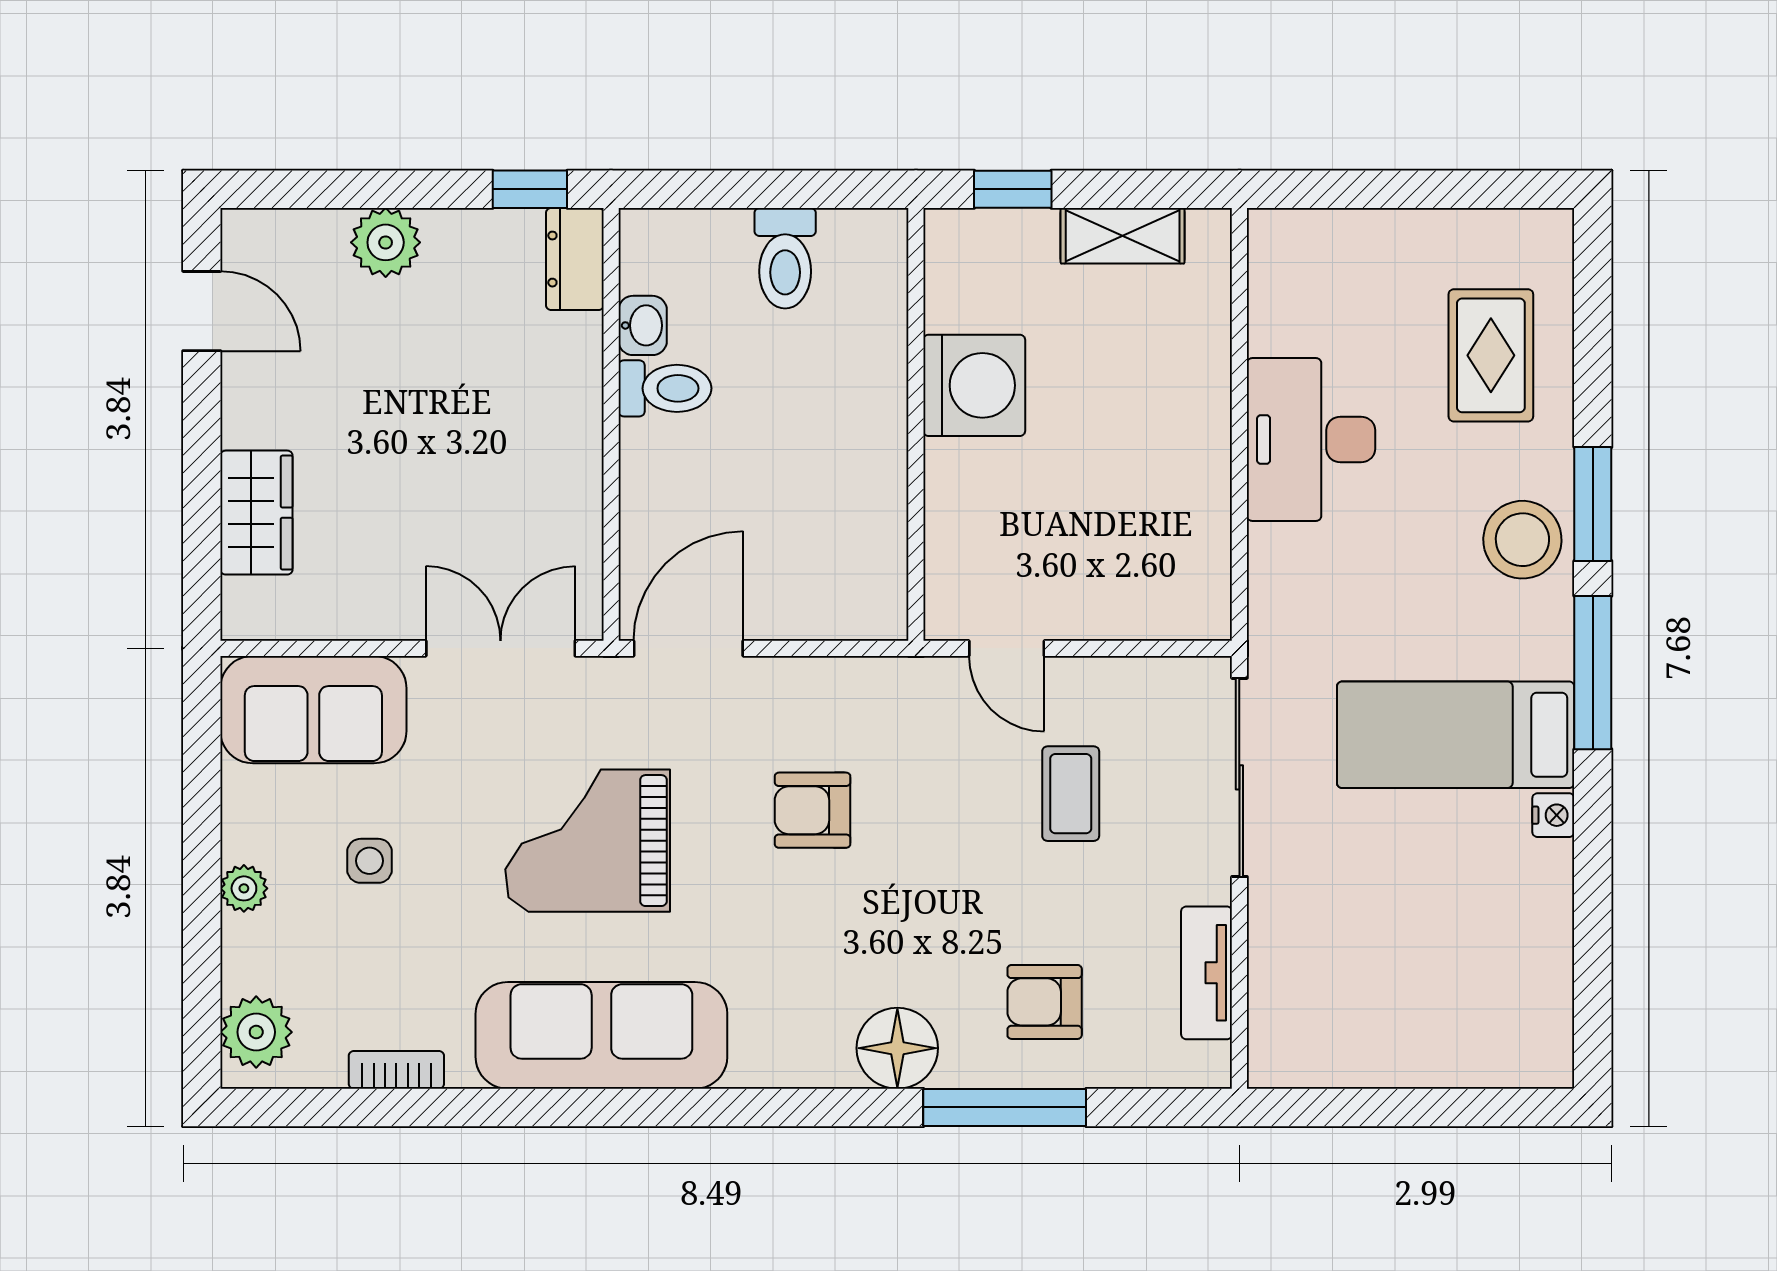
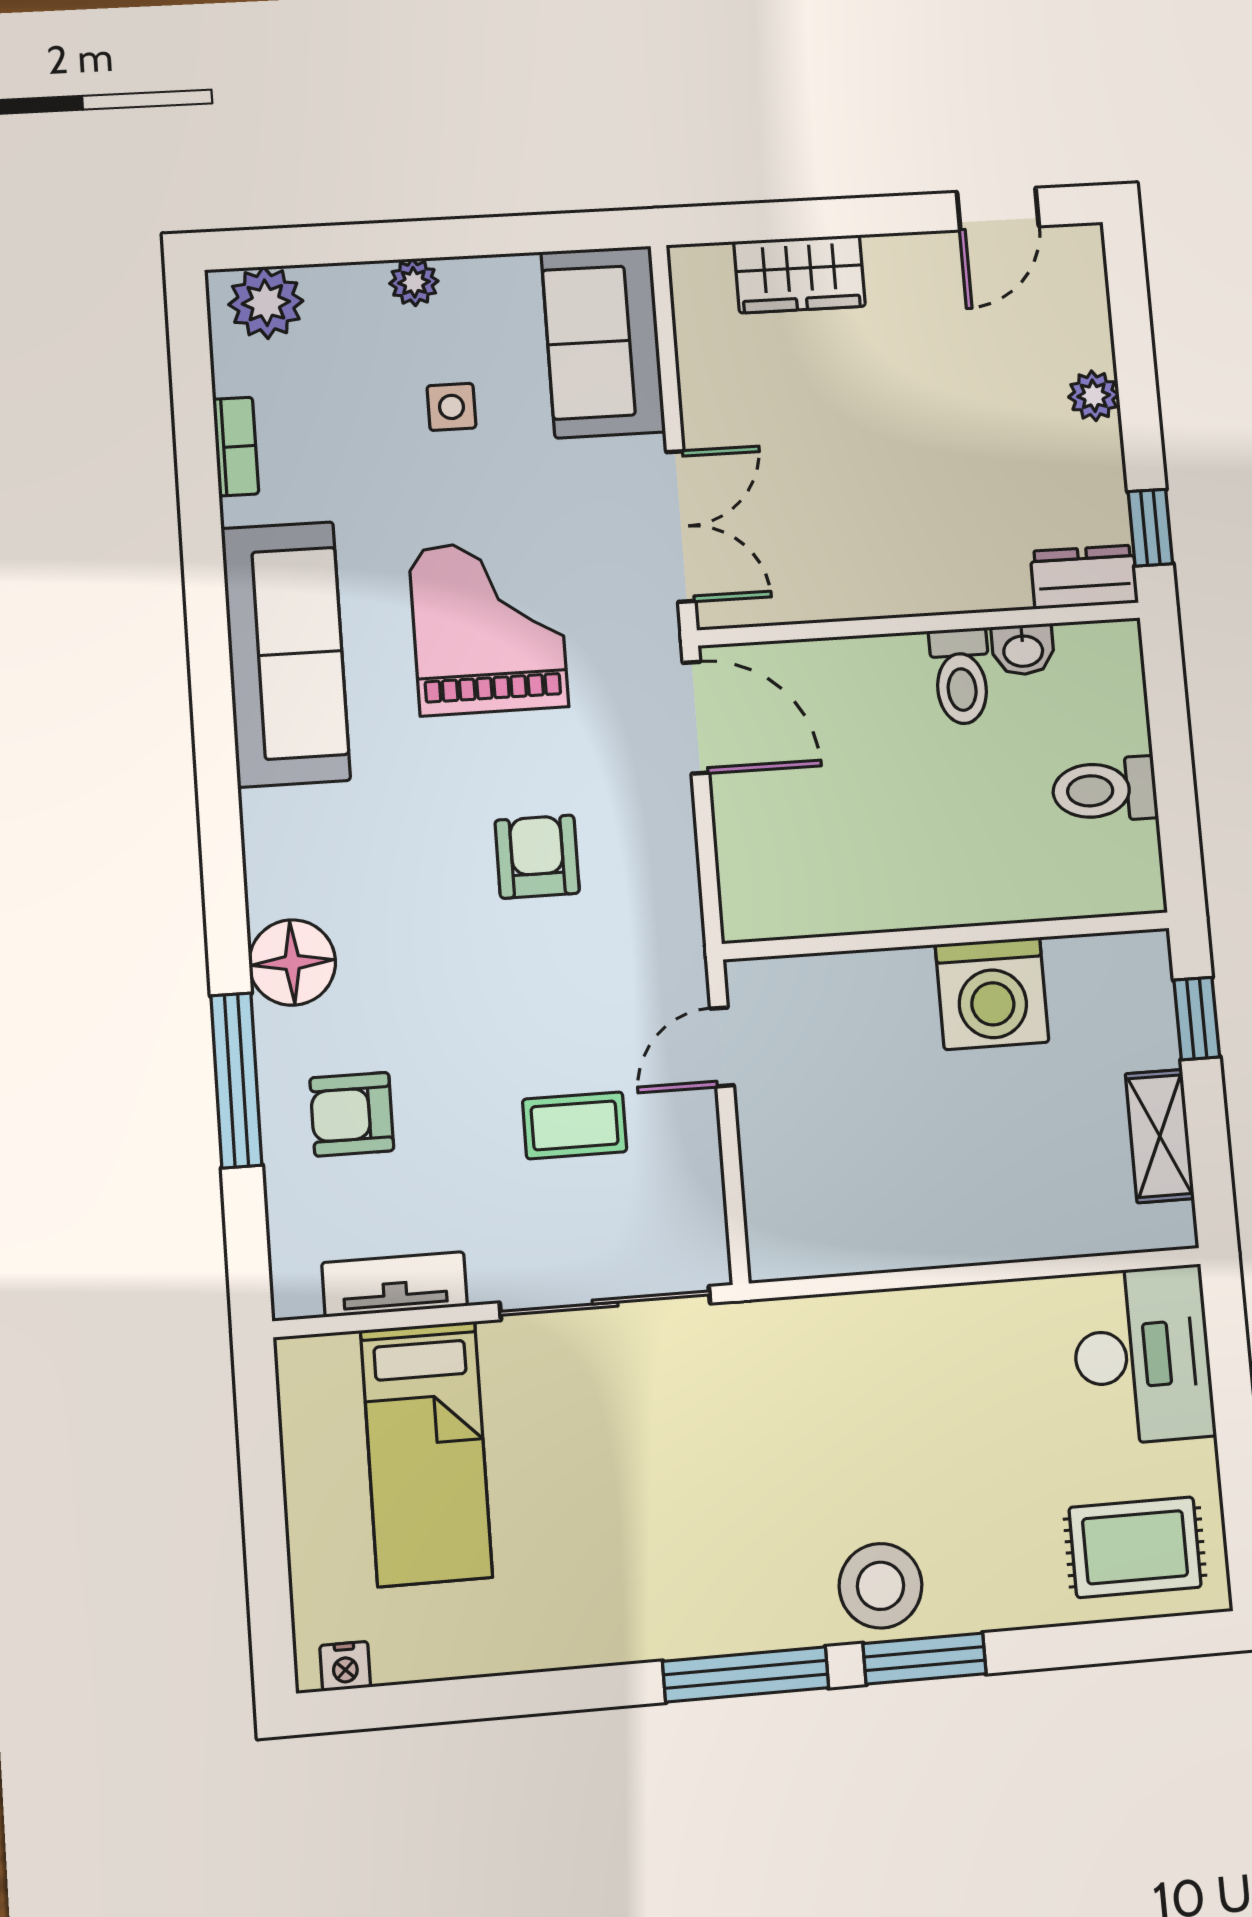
plant: (386, 242) -> (1094, 396), width x0.73, depth x0.73
rug: (1491, 355) -> (1135, 1547), moved
desk: (1311, 440) -> (1142, 1355), moved, turned 90
bed: (1456, 735) -> (426, 1454), moved, turned 180
nightstand: (1553, 815) -> (345, 1666), moved
armchair: (1045, 1002) -> (352, 1114), turned -90

